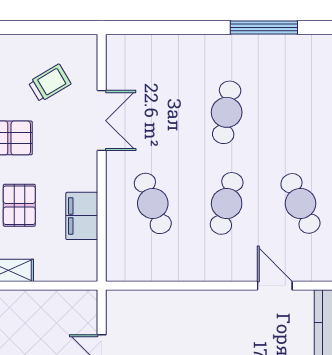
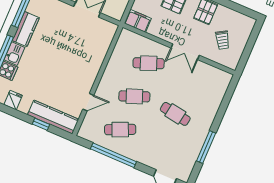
double door: (102, 121) -> (185, 52), moved
cafe table: (227, 203) -> (134, 96), turned -36
filing cabinet: (82, 216) -> (138, 21), moved

